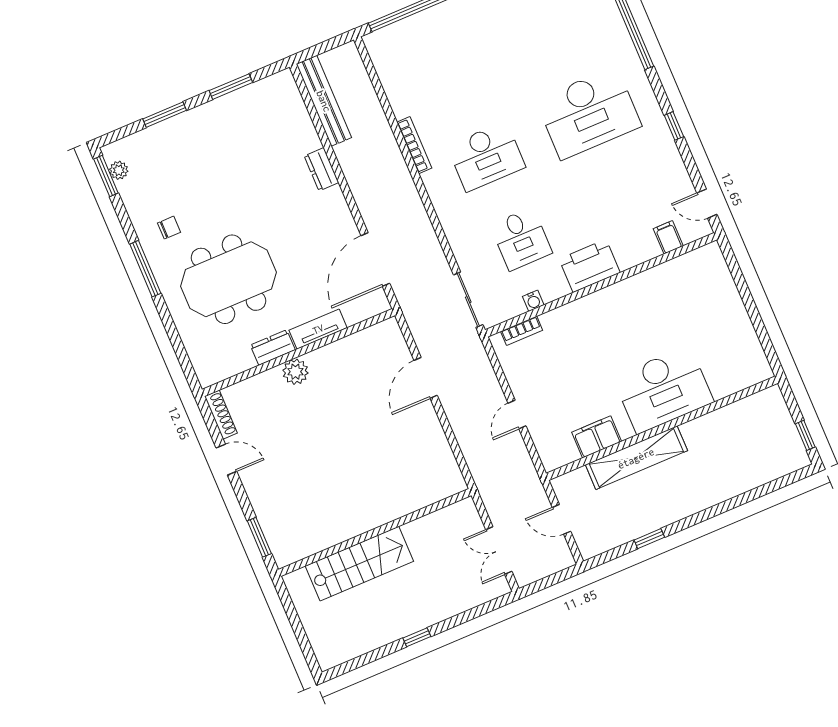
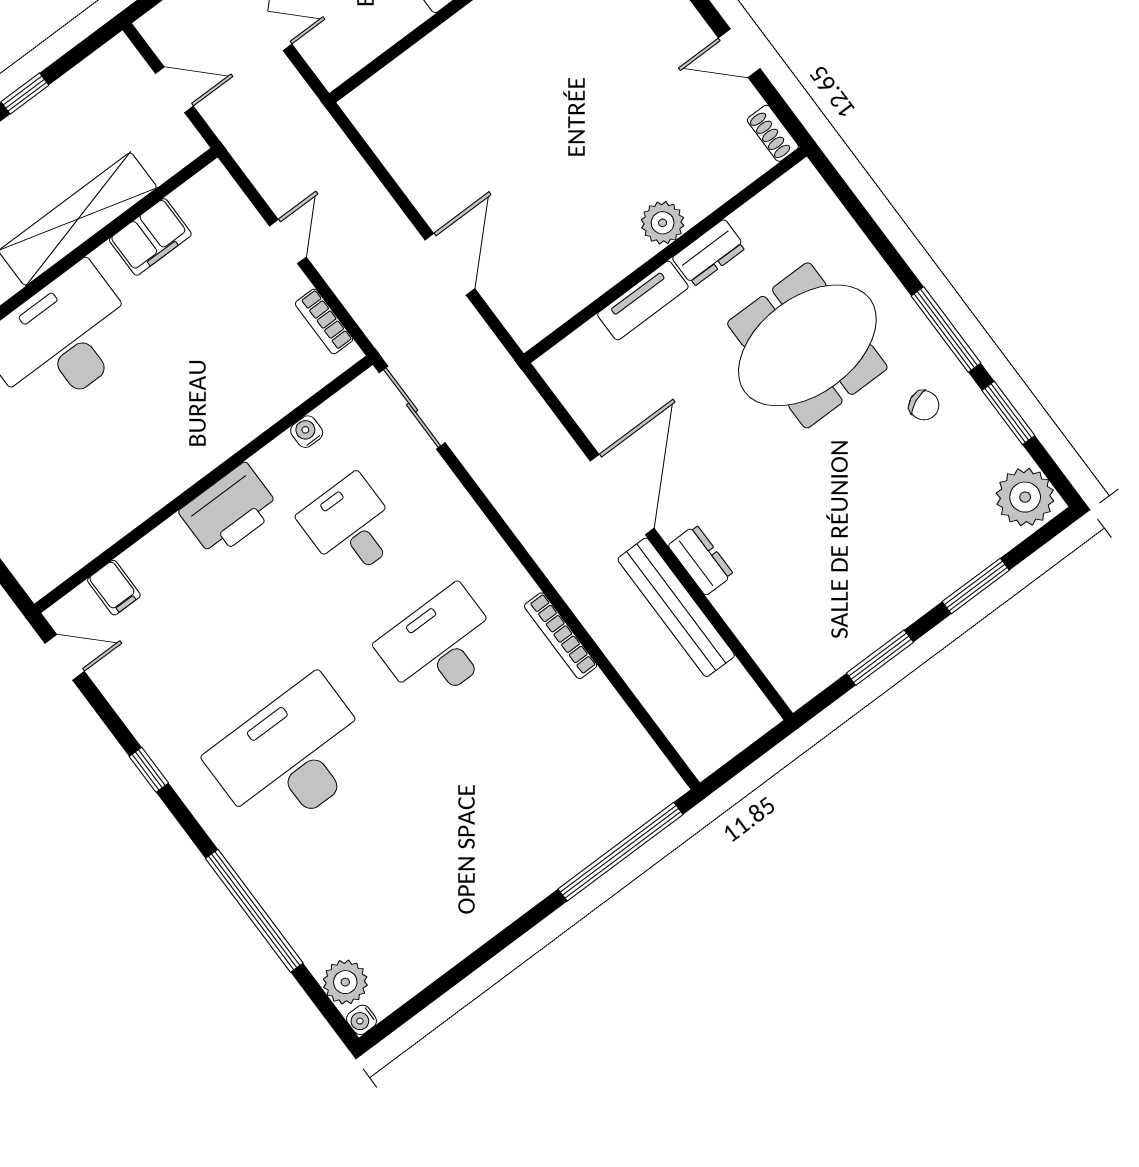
bench: (324, 101) -> (676, 607), moved
plant: (119, 170) -> (1025, 497), width x1.88, depth x1.88
window: (106, 176) -> (1008, 413), moved
chair: (169, 228) -> (924, 405), turned -113
door: (375, 260) -> (622, 495), moved
bookcase: (522, 331) -> (324, 321), moved, turned -90
shoe rack: (221, 415) -> (773, 133), width x0.70

